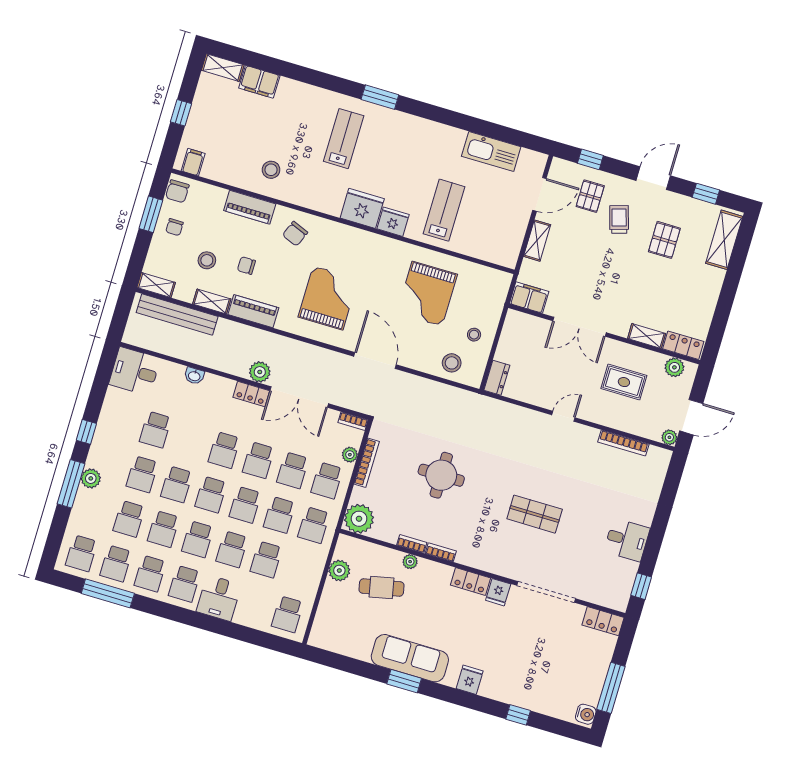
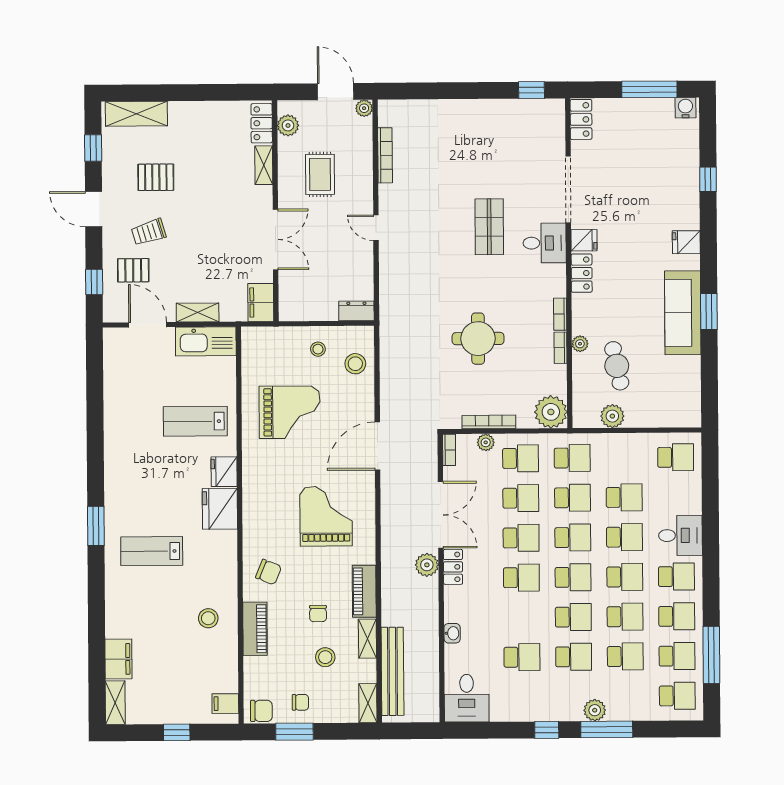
kitchen sink: (491, 151) -> (206, 341), moved, turned 90
grand piano: (328, 298) -> (326, 516), turned 90
desk: (627, 540) -> (545, 243), moved, turned 90

